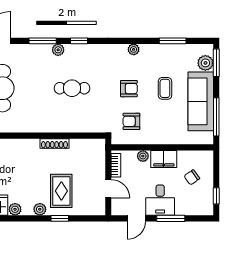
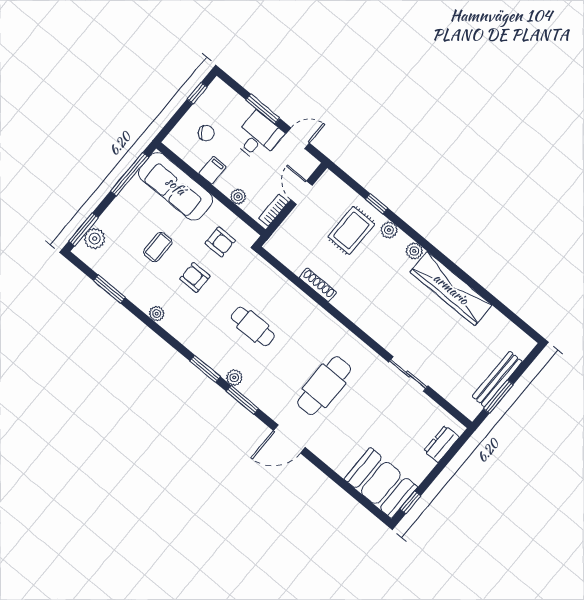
window: (79, 41) -> (205, 369), width x1.50
sofa: (201, 101) -> (176, 186), moved, turned 90
filing cabinet: (164, 159) -> (212, 170), width x0.50

